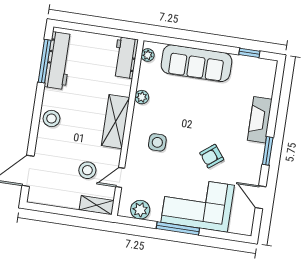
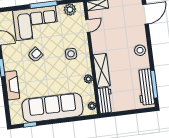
sofa: (196, 63) -> (52, 108), width x1.36, depth x1.27
shelving: (116, 122) -> (102, 70), moved
stool: (87, 170) -> (109, 25), removed

